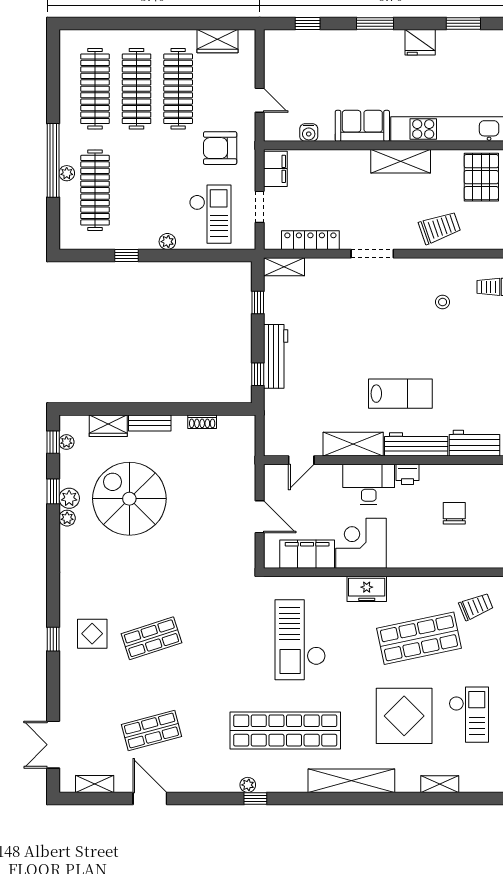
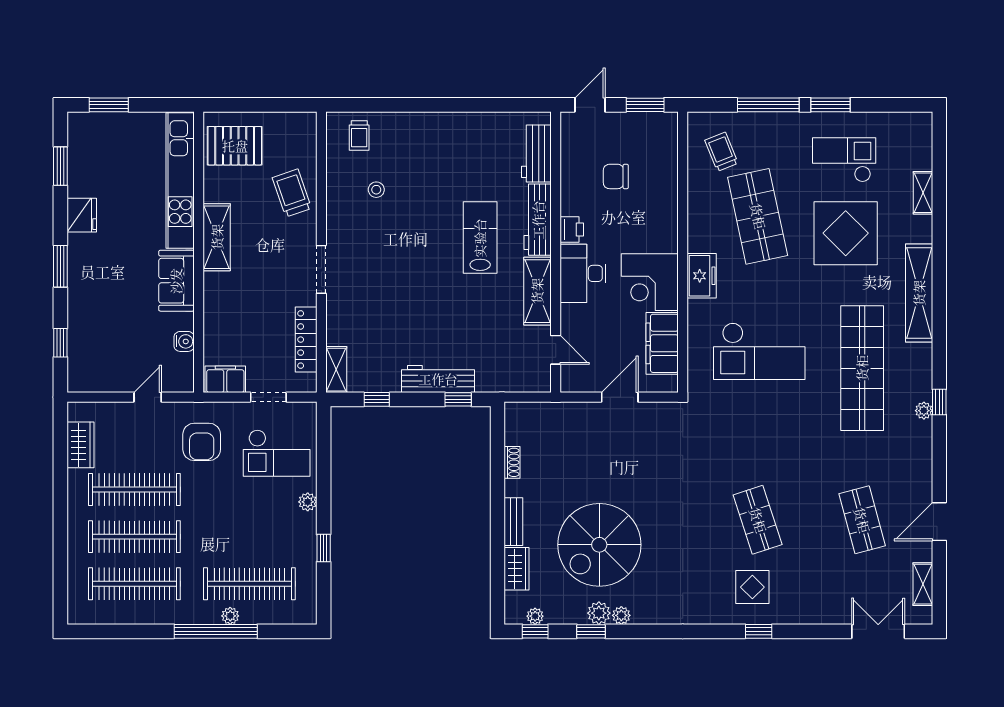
checkout: (210, 214) -> (277, 453), turned 180
double door: (53, 745) -> (878, 631), swing flipped

